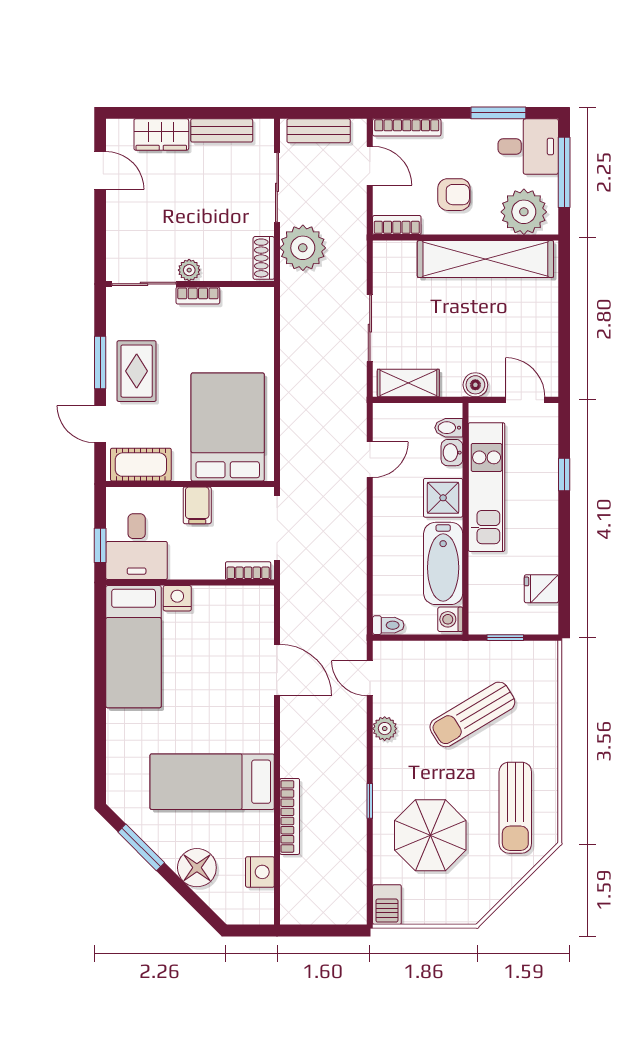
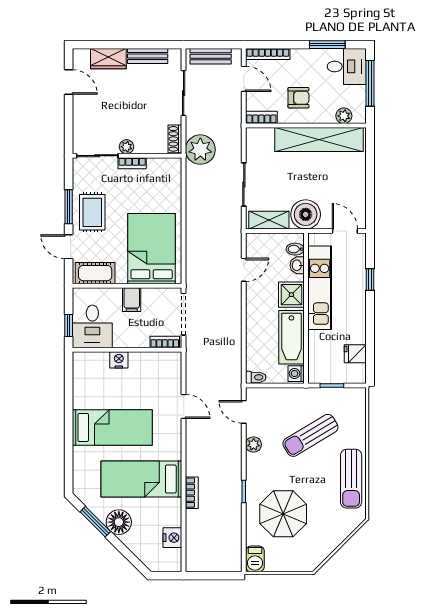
plant: (524, 212) -> (344, 116), width x0.53, depth x0.53
plant: (303, 248) -> (200, 150), moved
boiler: (475, 385) -> (306, 214), width x1.86, depth x1.86
bed: (134, 647) -> (112, 427), moved, turned -90
door: (277, 670) -> (184, 406), width x0.73
sun lounger: (515, 808) -> (351, 479), moved
bookcase: (290, 816) -> (192, 493), width x0.64
floor lamp: (197, 868) -> (119, 522), moved

